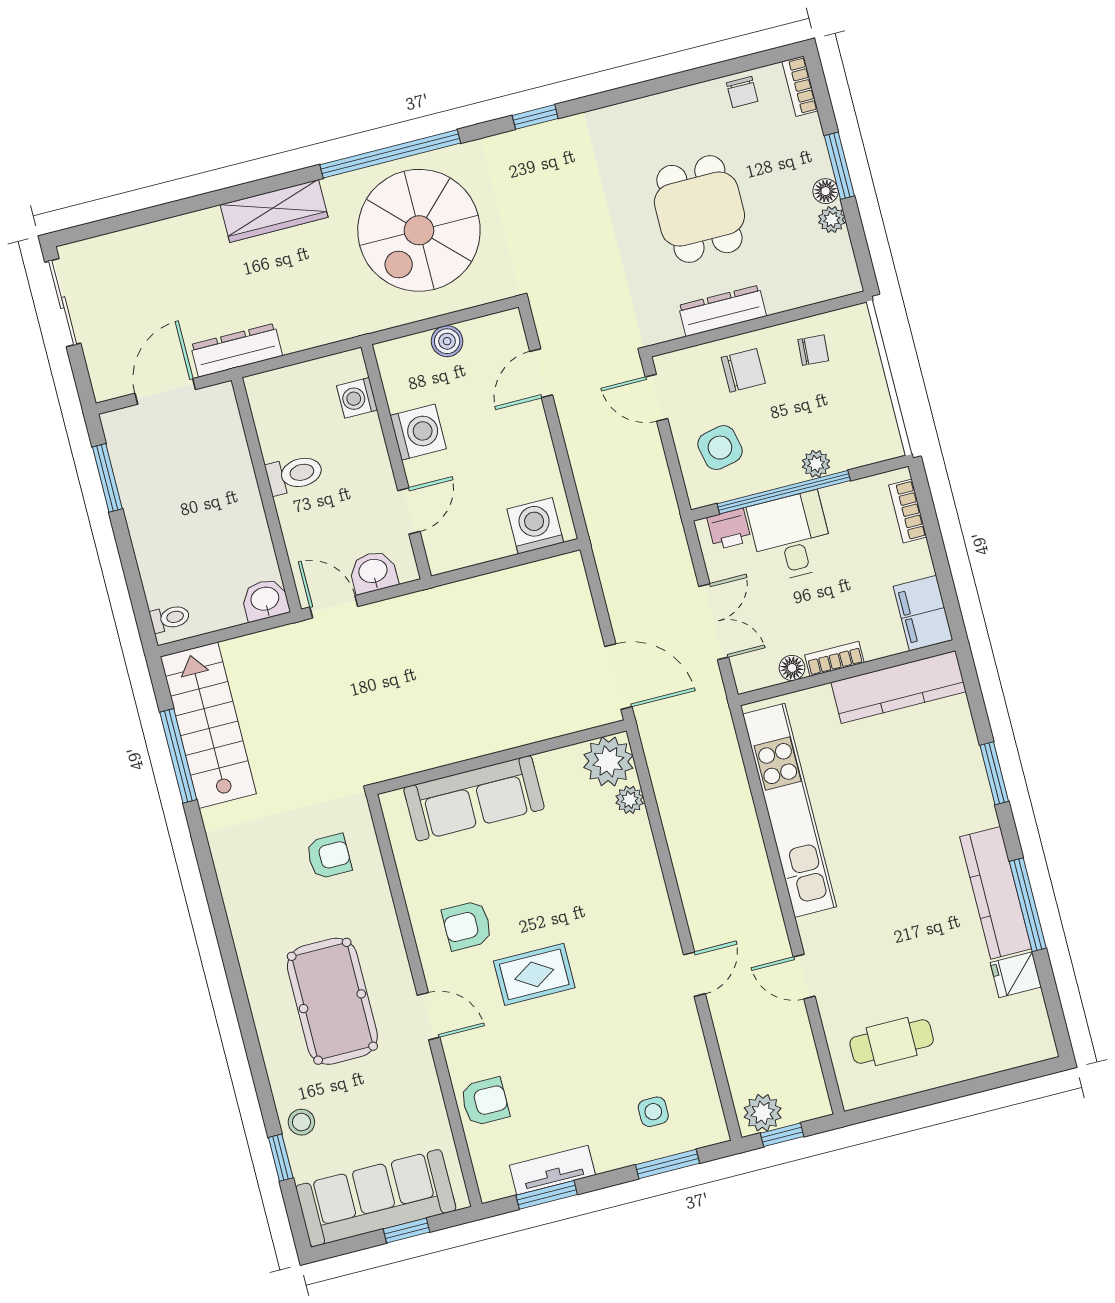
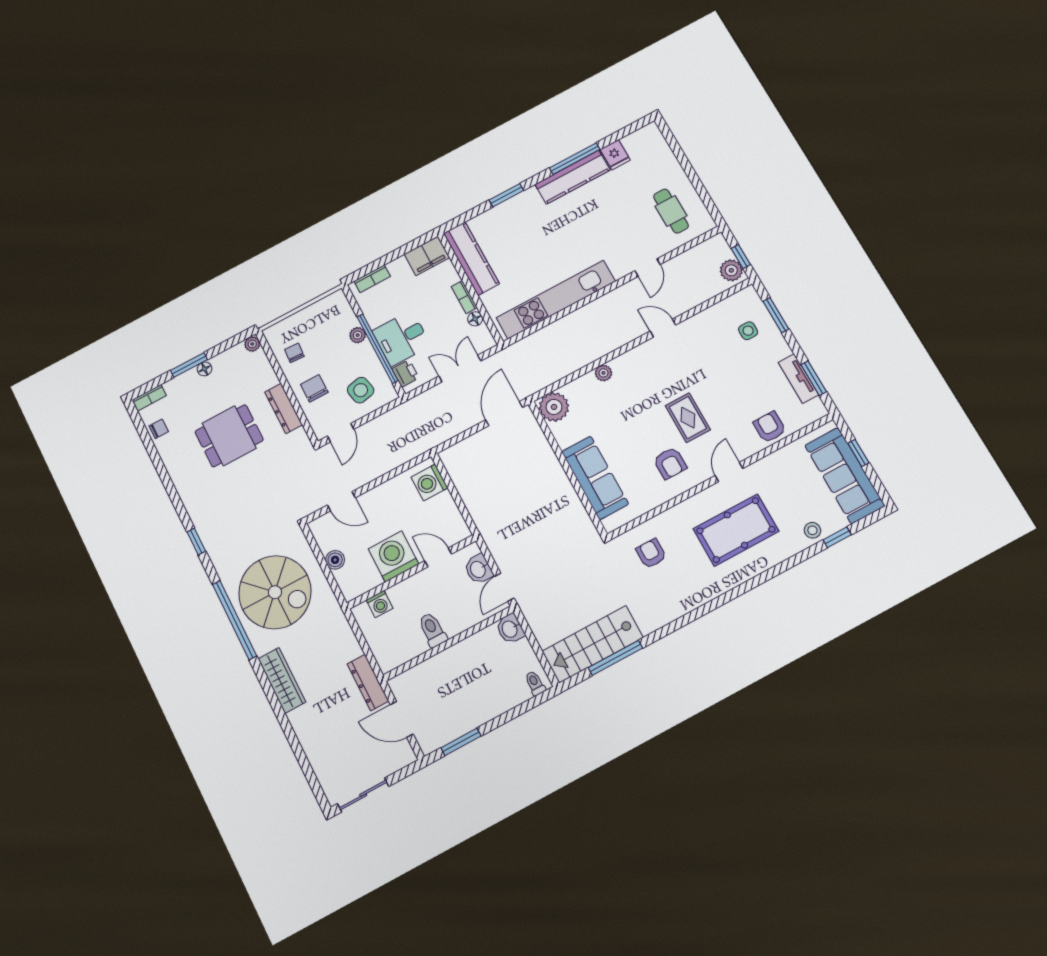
plant: (832, 219) -> (252, 344), moved
washing machine: (418, 432) -> (393, 556), width x1.37, depth x1.37
plant: (630, 800) -> (603, 373), moved

